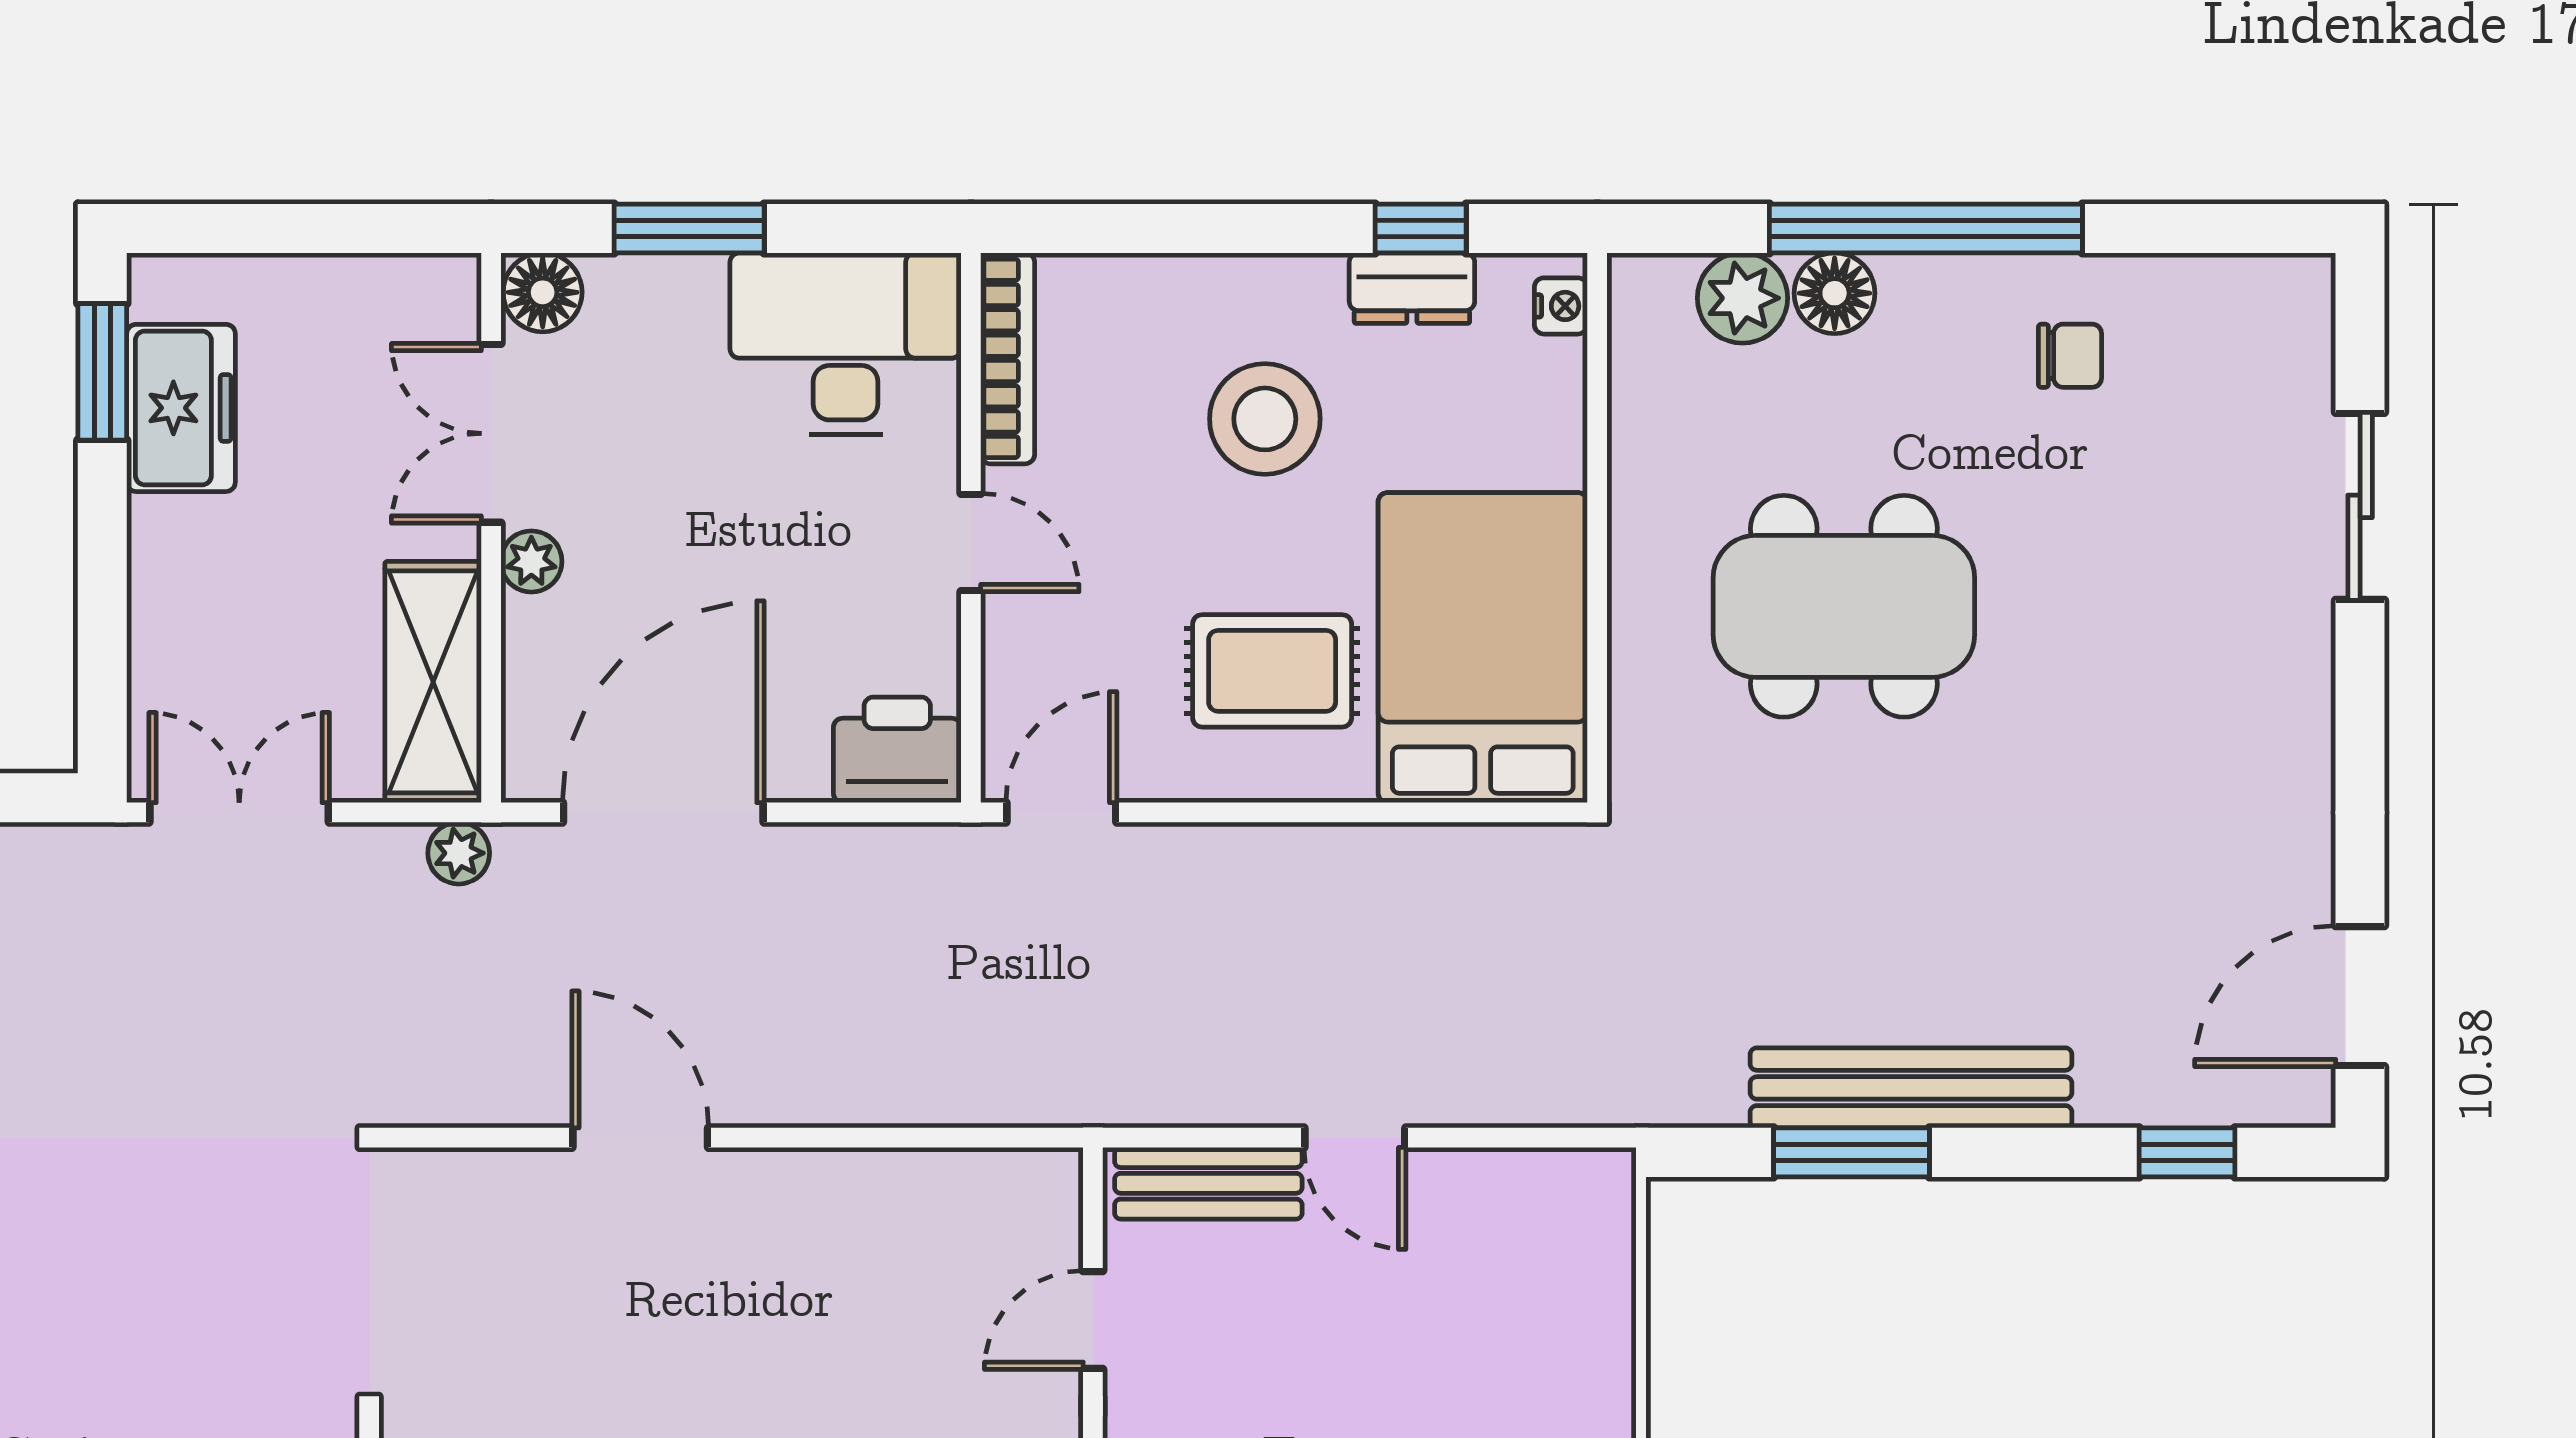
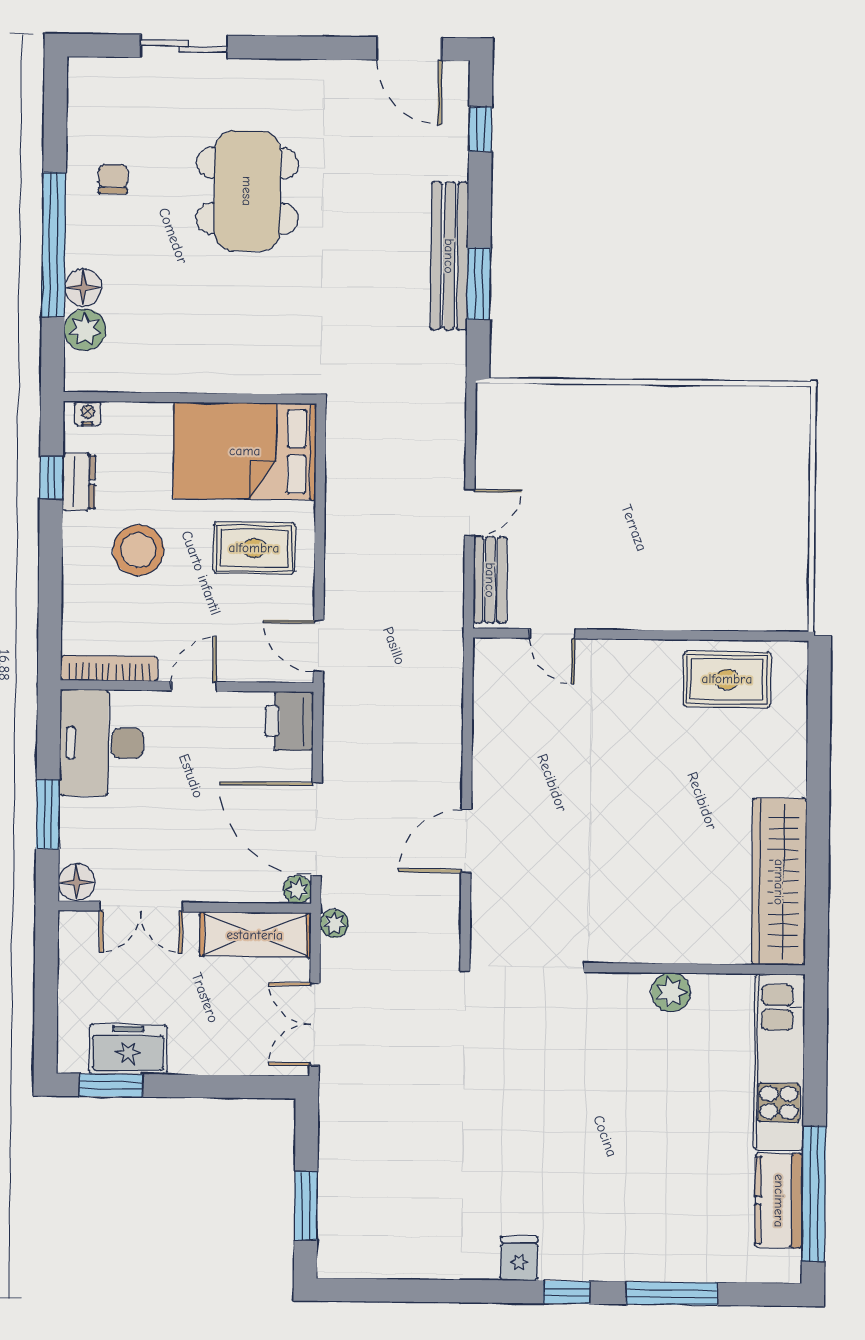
plant: (531, 561) -> (297, 890), moved
dining table: (1844, 606) -> (247, 191), moved
rug: (1272, 671) -> (254, 548), turned 90

